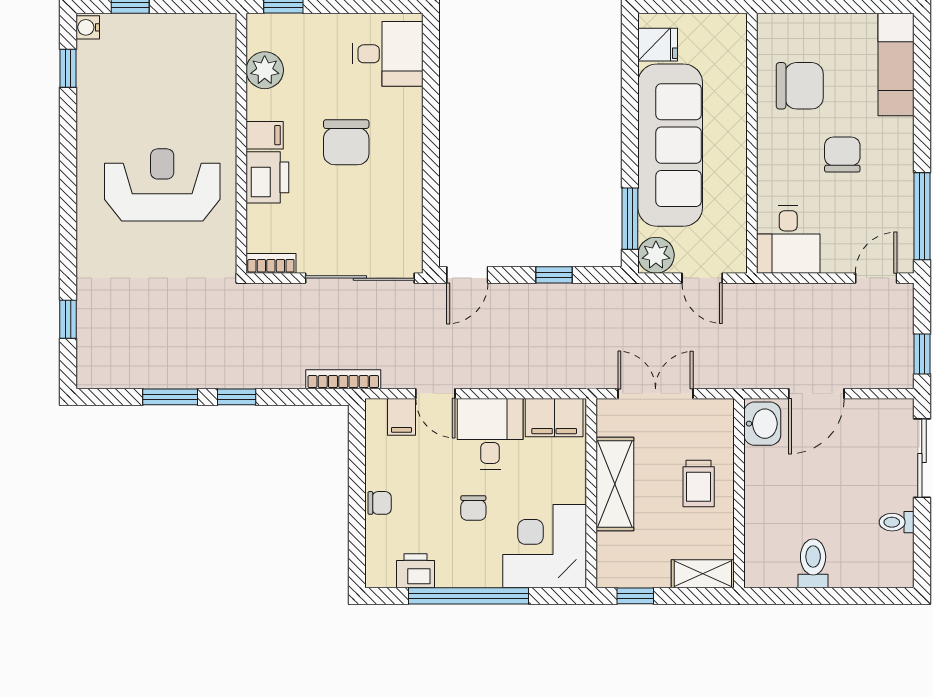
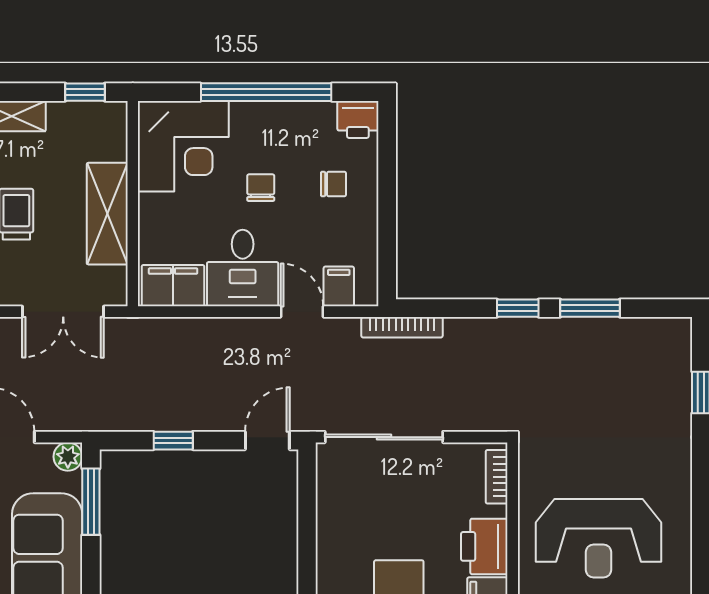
plant: (656, 255) -> (68, 457), width x0.73, depth x0.73
bookcase: (271, 263) -> (497, 477), moved, turned 90
chair: (380, 503) -> (334, 184), moved, turned 180
printer: (415, 571) -> (358, 119), moved

